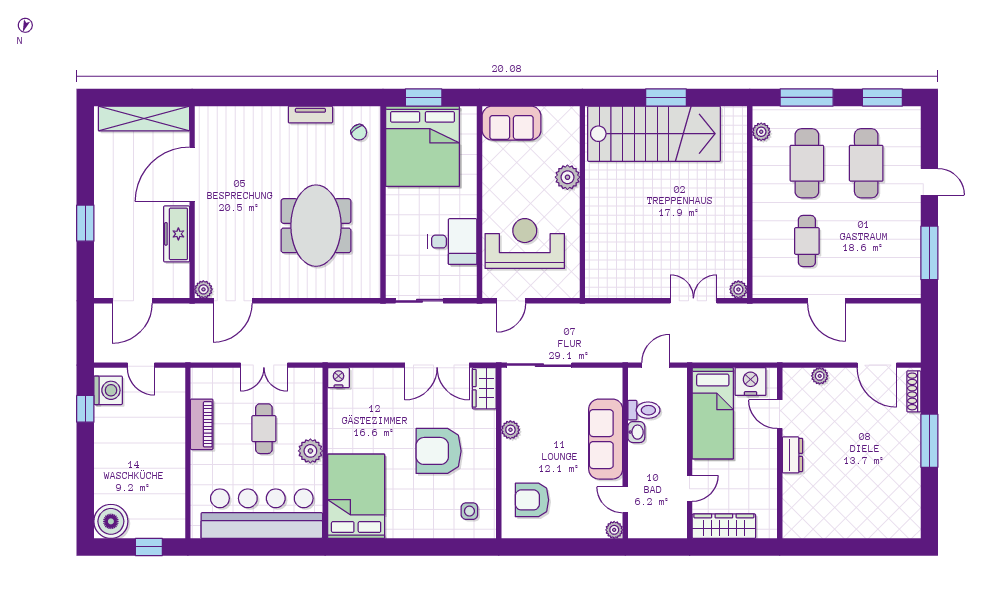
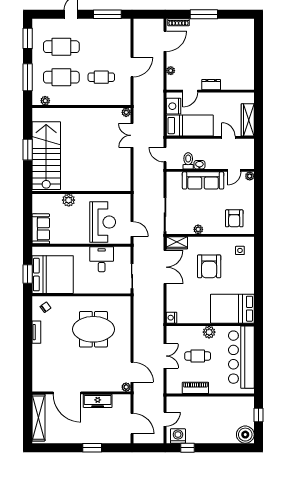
reception desk: (525, 244) -> (103, 222), turned 180

